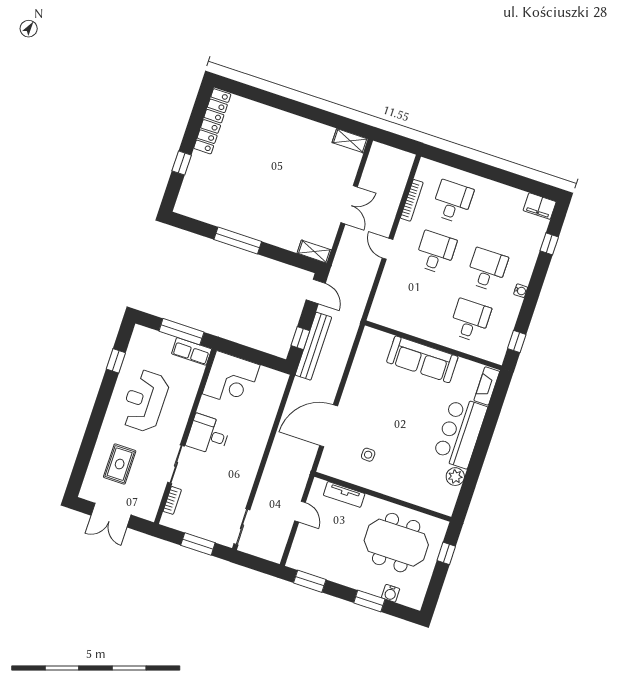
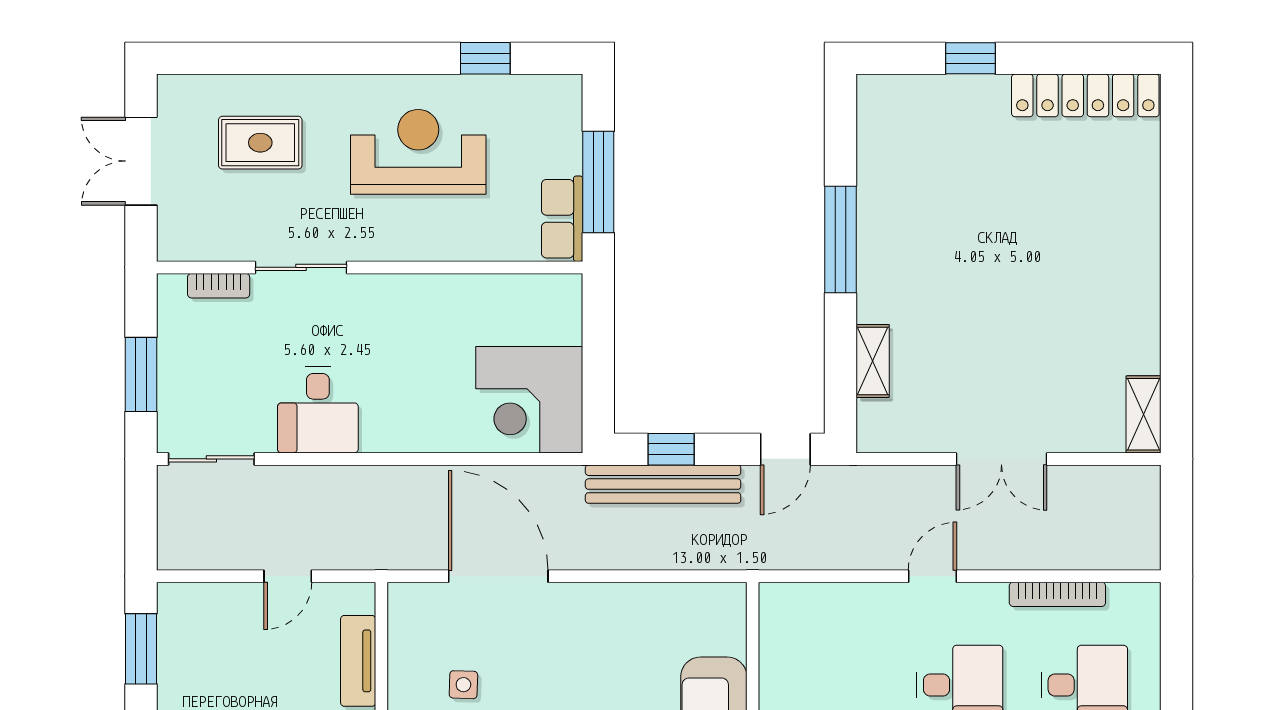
shelving: (314, 252) -> (873, 361), moved
corner desk: (231, 379) -> (529, 400), moved
desk: (208, 435) -> (318, 410), moved, turned 180

